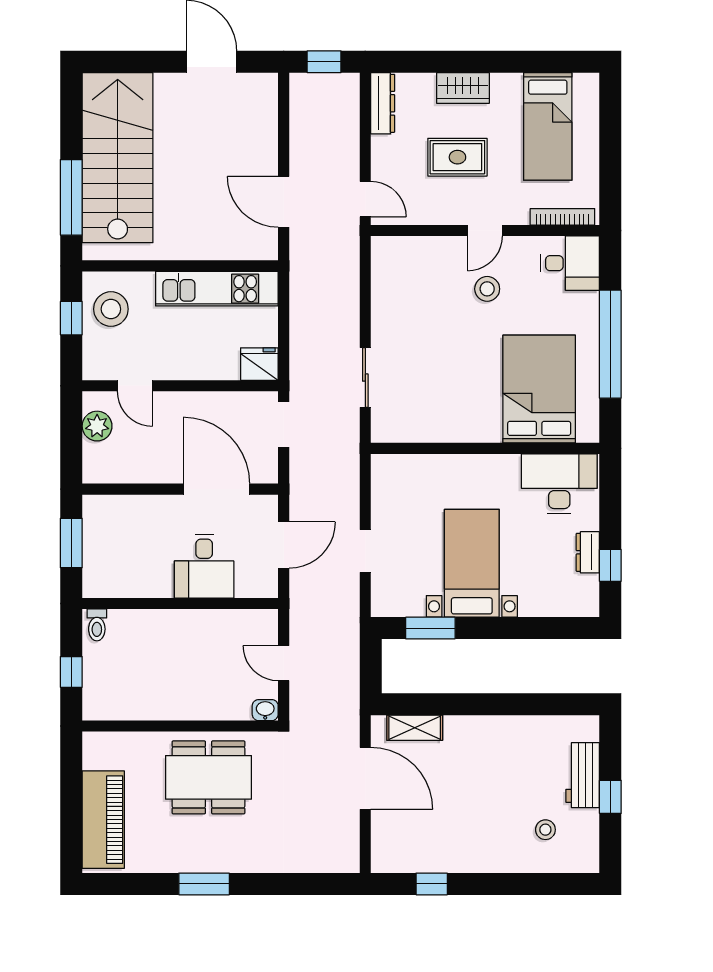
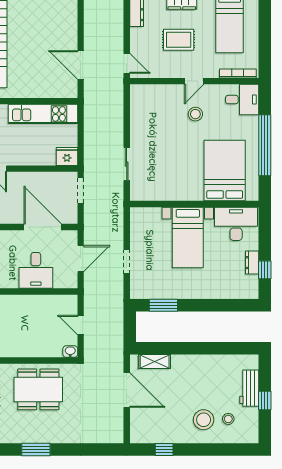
bed with nightstands: (472, 563) -> (188, 237), moved, turned 180
stool: (502, 831) -> (204, 420), added

